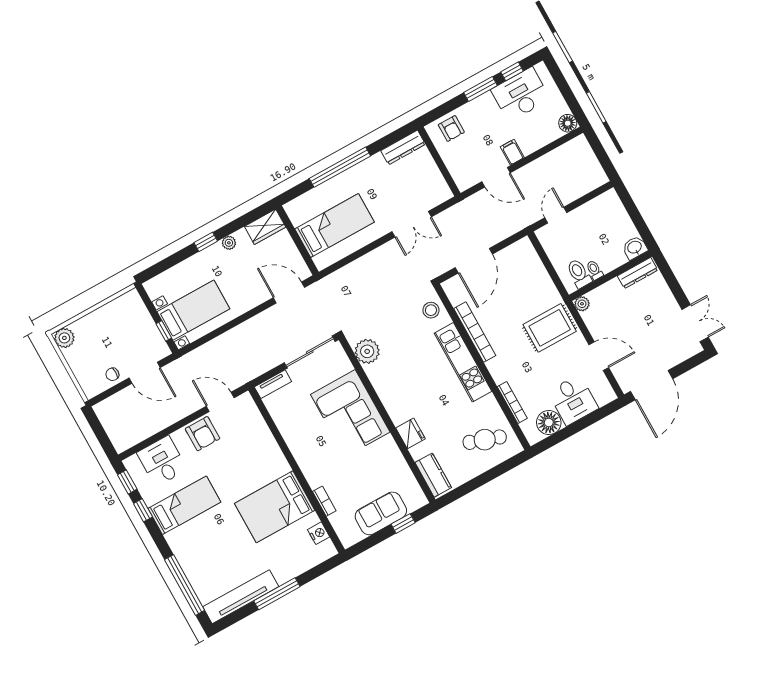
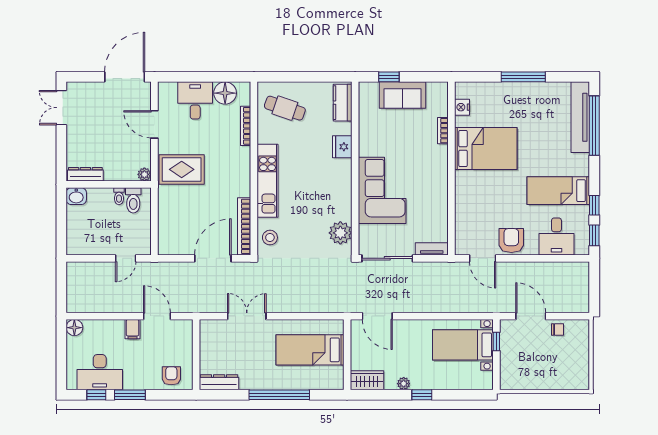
bookcase: (475, 332) -> (244, 226), moved
plant: (64, 338) -> (580, 381), removed
tv unit: (241, 597) -> (580, 117), moved, turned 90

